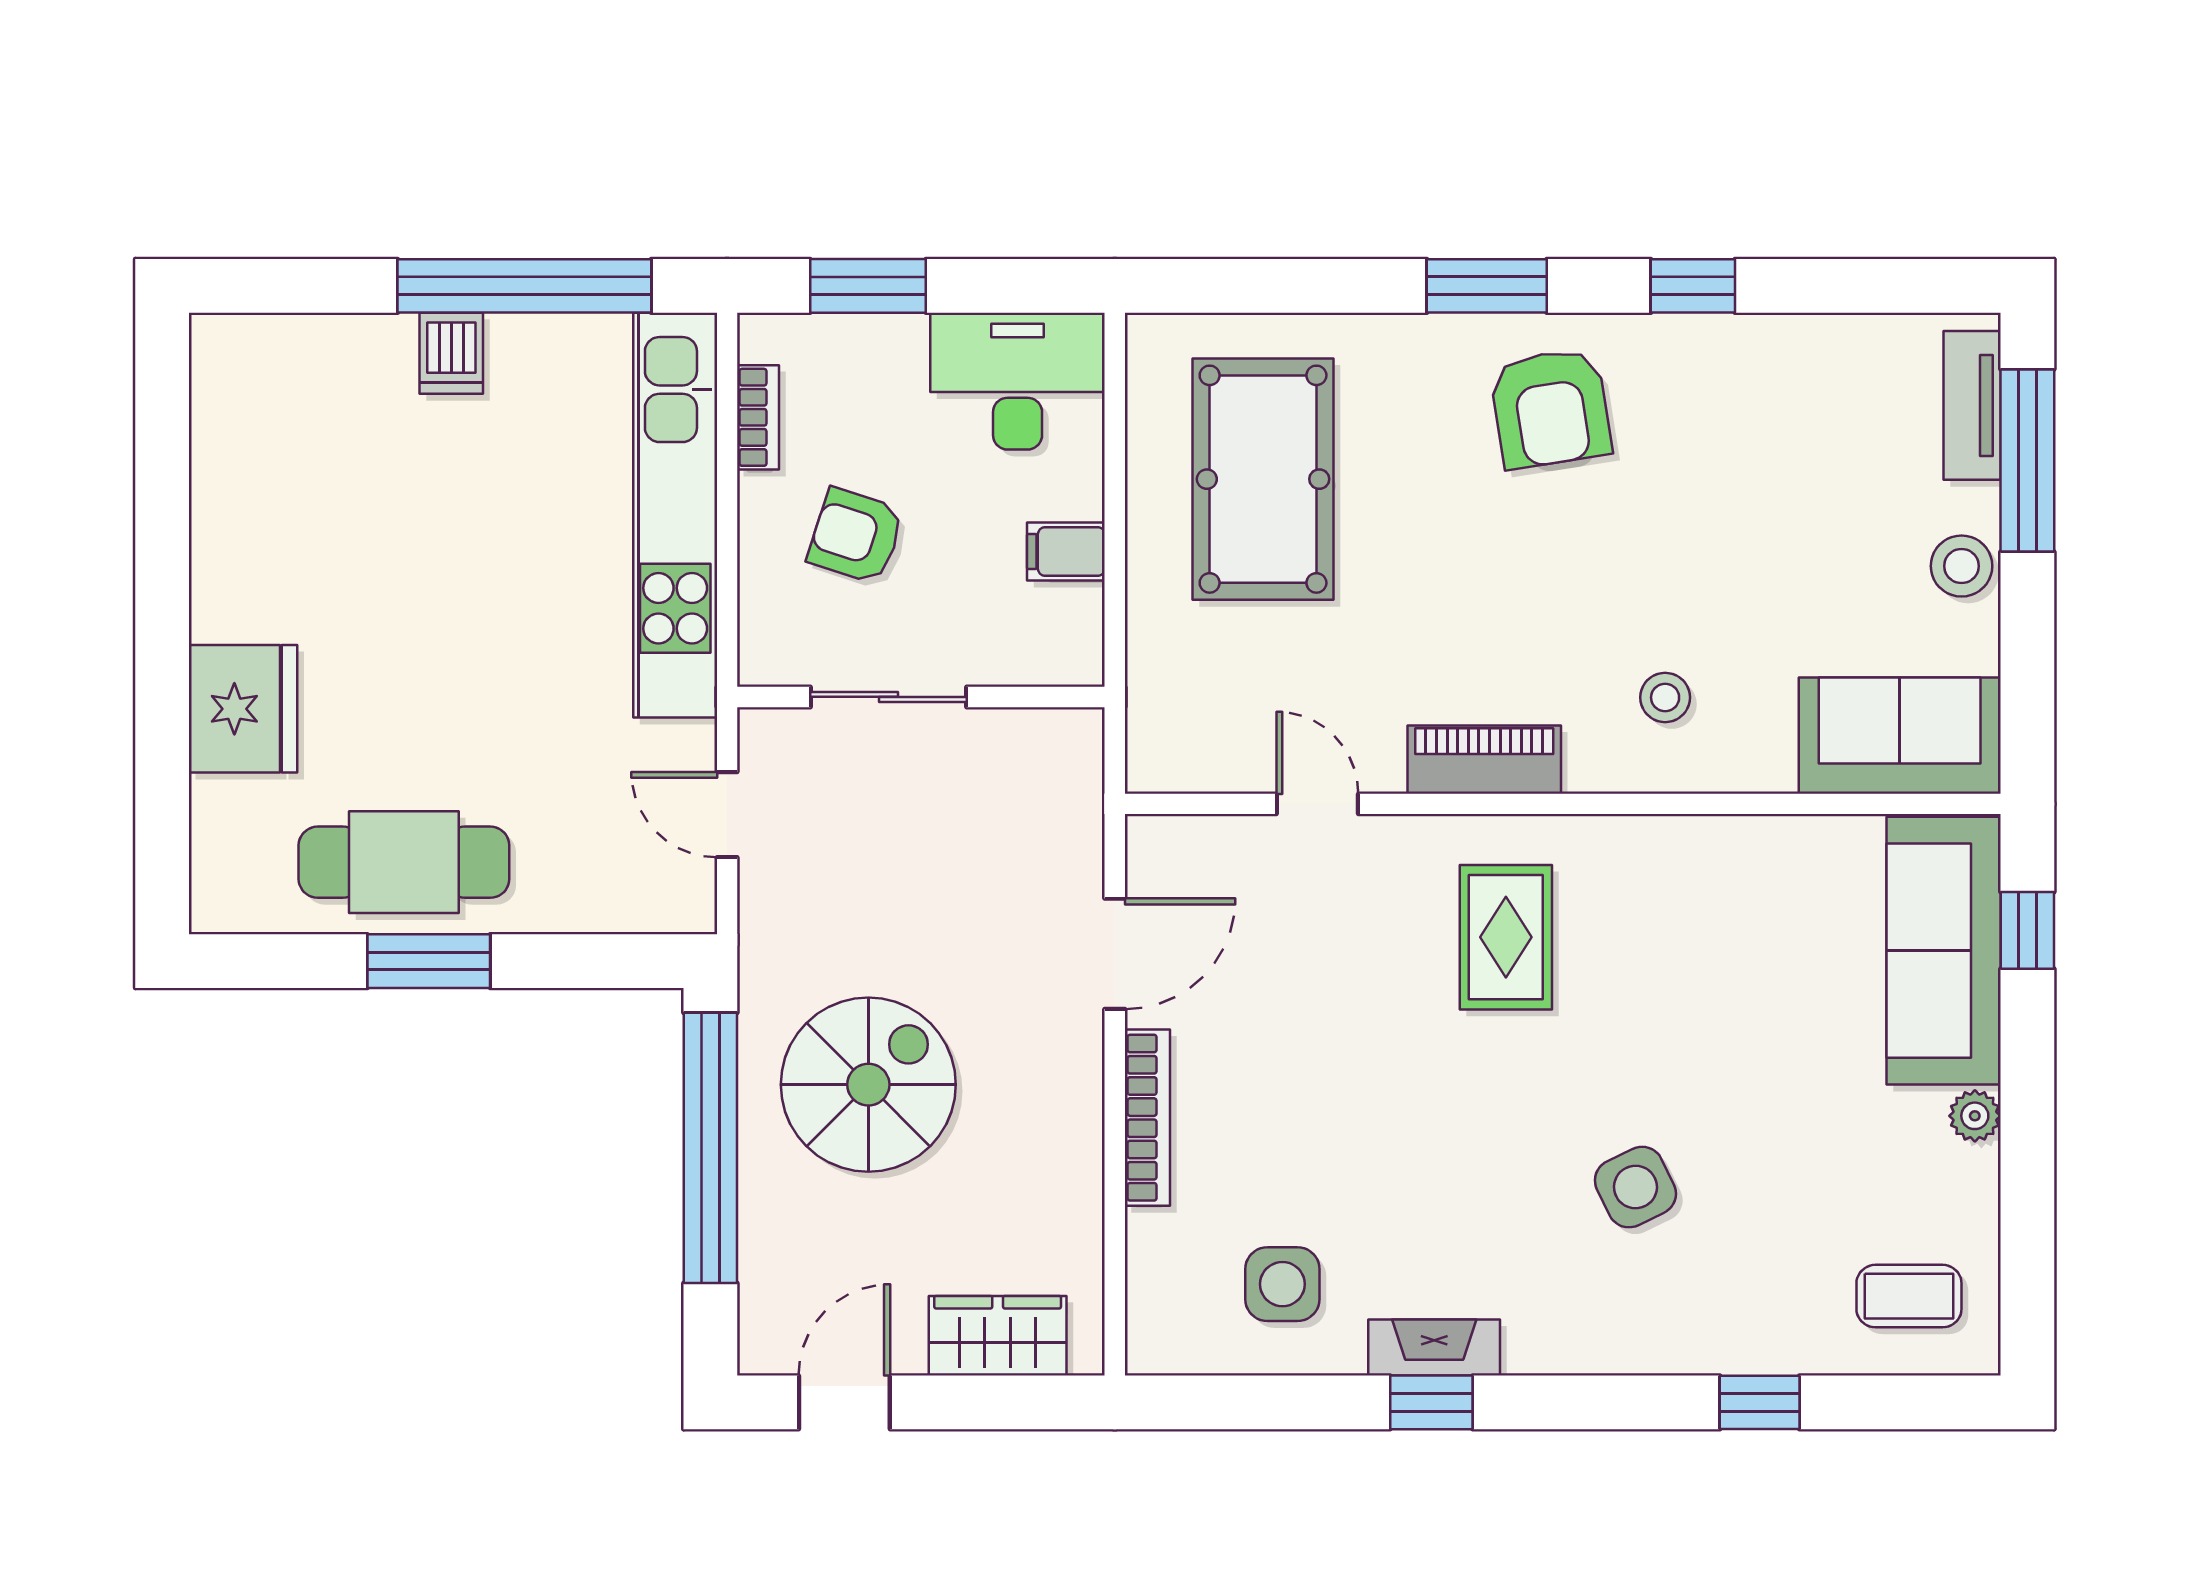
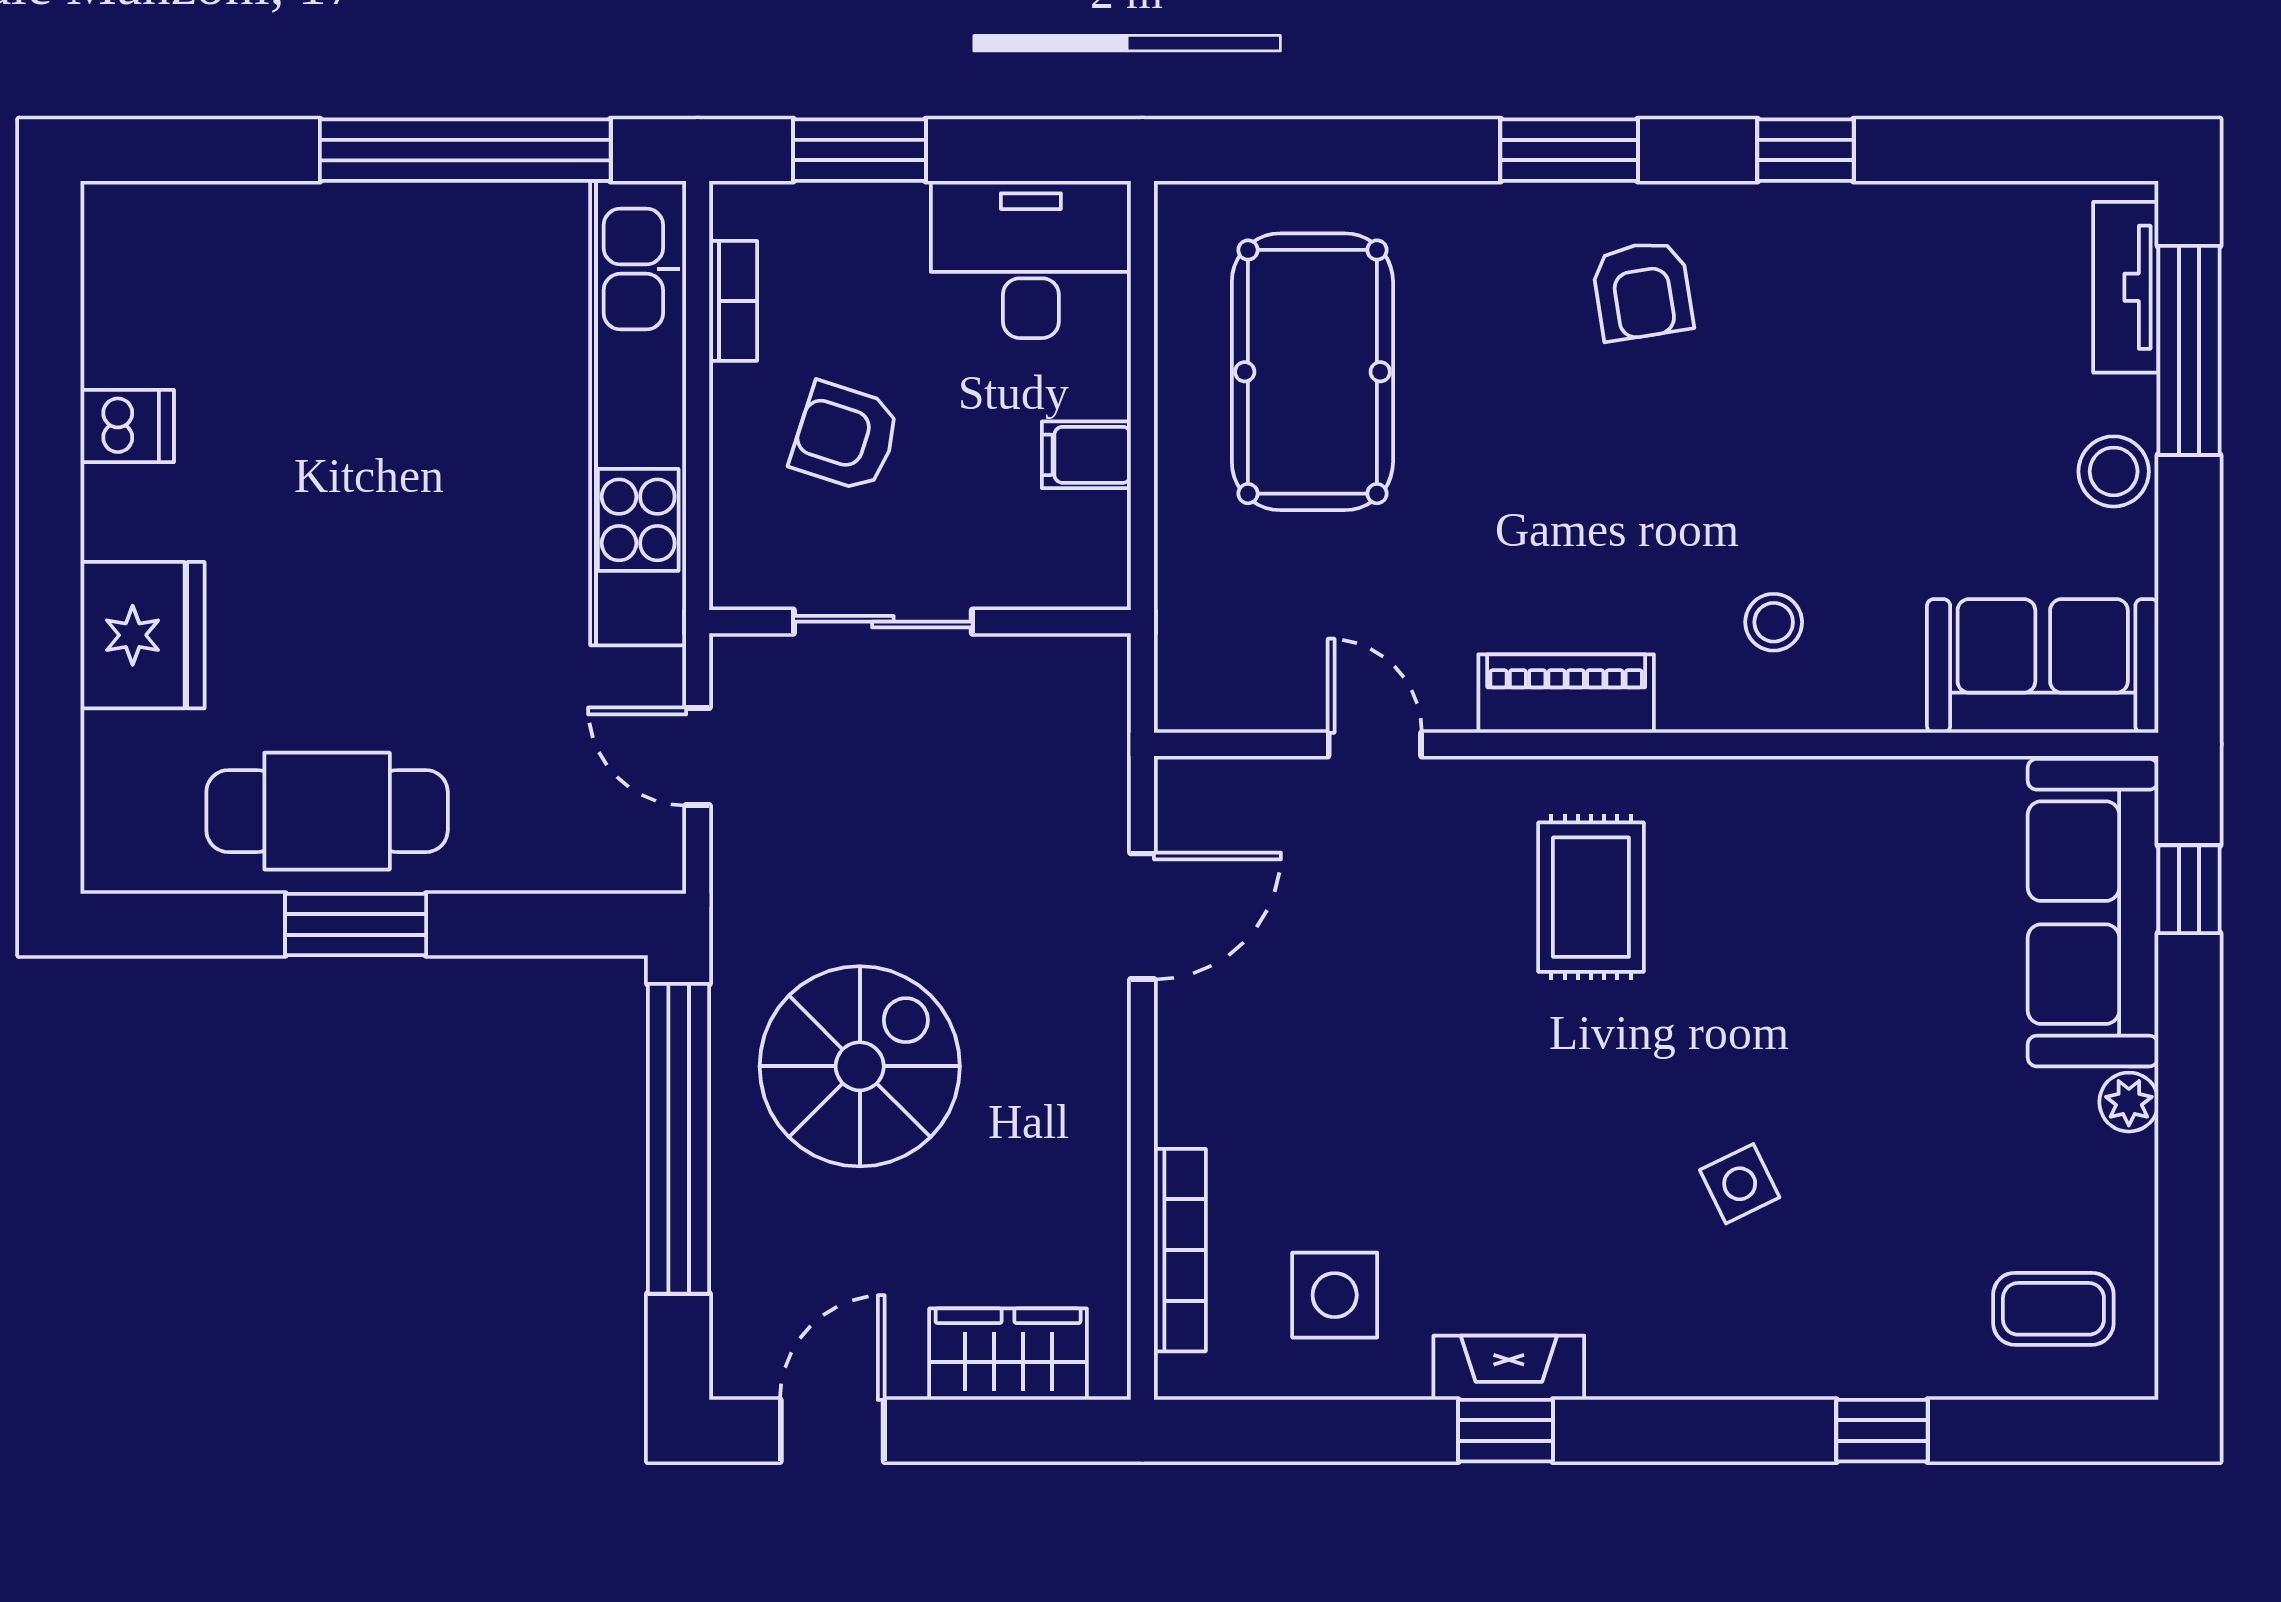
dishwasher: (451, 353) -> (127, 426), moved, turned -90
armchair: (1551, 408) -> (1642, 290), width x0.72, depth x0.72
bookcase: (1147, 1118) -> (1180, 1250), moved
side table: (1635, 1187) -> (1740, 1184), width x0.73, depth x0.73

